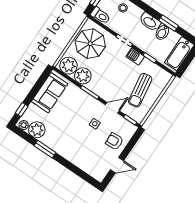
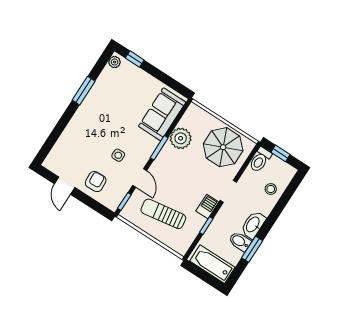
plant: (69, 66) -> (194, 119), removed
sofa: (50, 93) -> (162, 114), moved, turned 90
plant: (37, 130) -> (109, 79), removed

